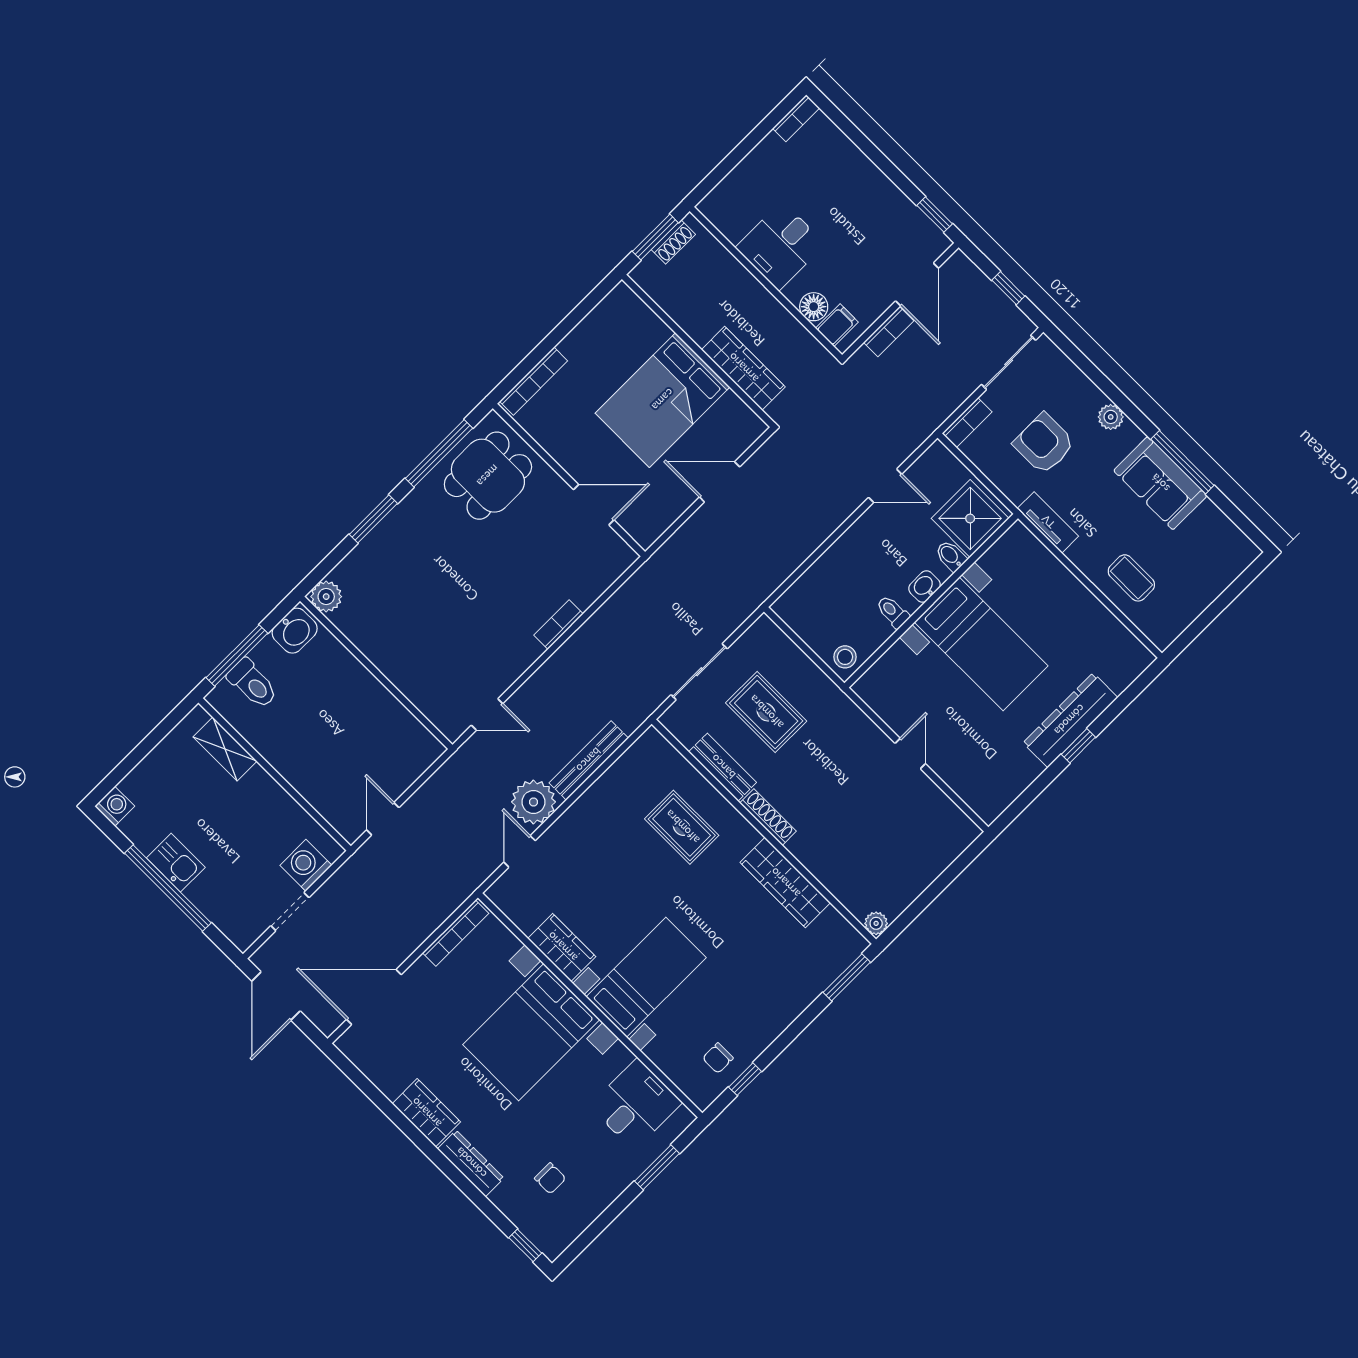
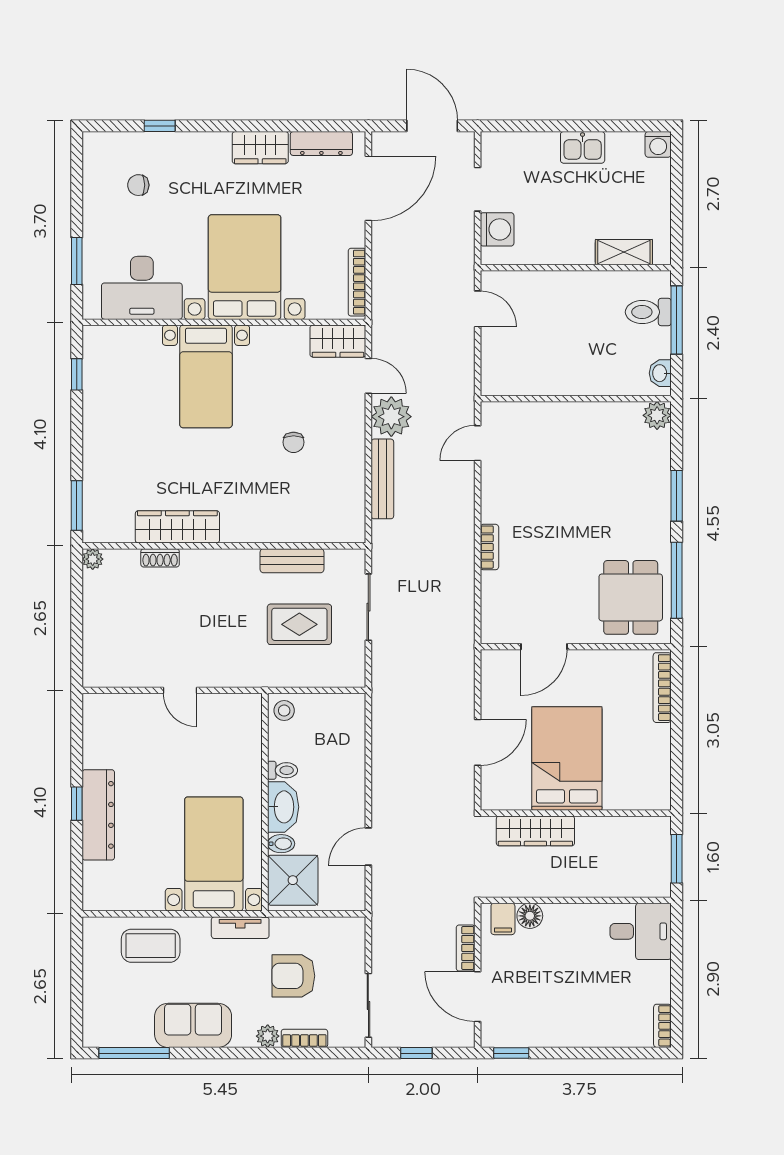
shoe rack: (673, 242) -> (662, 867), removed
desk: (780, 246) -> (641, 931), moved, turned 90
bookcase: (967, 423) -> (304, 1038), moved, turned 90
armchair: (1044, 444) -> (293, 976), turned 180
window: (1182, 462) -> (134, 1053), moved
coffee table: (1131, 578) -> (151, 946), width x1.36, depth x1.30
washbasin: (924, 587) -> (283, 807), width x1.91, depth x1.45
washbasin: (295, 631) -> (660, 373), width x0.72, depth x0.69
bed with nightstands: (981, 644) -> (214, 854), moved, turned 90
shoe rack: (768, 817) -> (160, 558), moved, width x0.70
rug: (682, 827) -> (280, 496), removed
window: (168, 888) -> (571, 126), removed
wardrobe: (562, 947) -> (338, 341), moved
chair: (718, 1058) -> (294, 442), moved, turned 180
desk: (636, 1104) -> (142, 288), width x1.37
dresser: (471, 1163) -> (321, 143), moved
window: (525, 1245) -> (160, 126), moved

